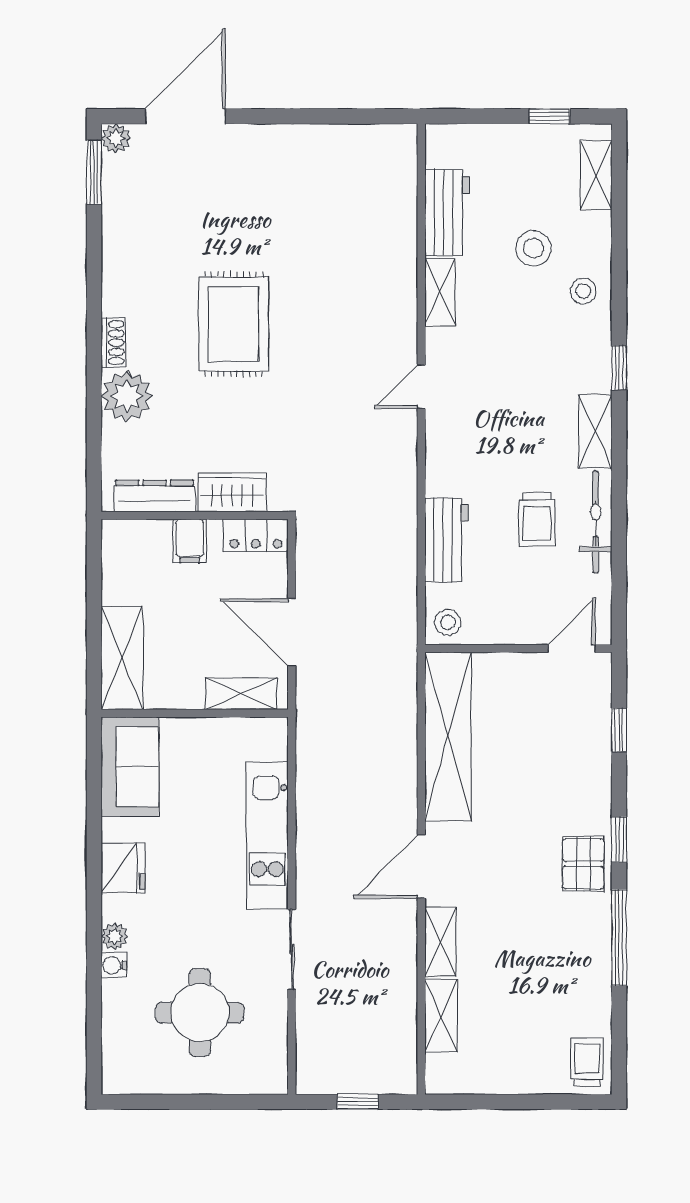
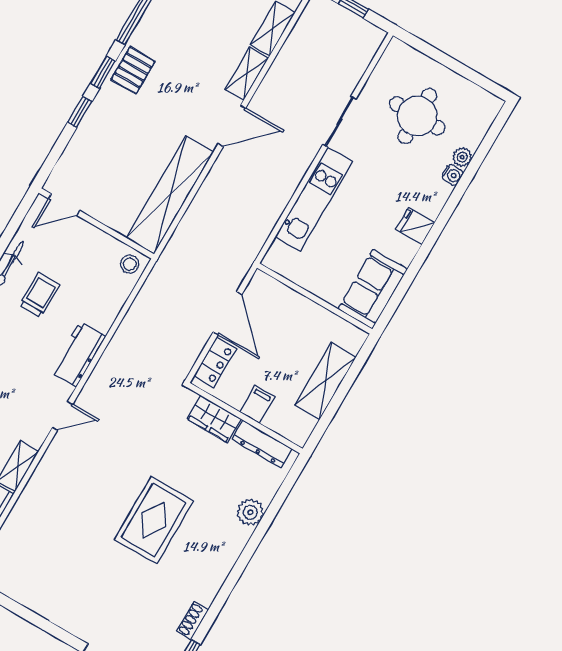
shoe rack: (113, 343) -> (193, 621), moved
plant: (127, 396) -> (250, 512), width x0.73, depth x0.73
locker: (256, 535) -> (215, 362), moved, turned 90
workbench: (446, 540) -> (78, 354), moved
shelving: (122, 658) -> (325, 381), moved
shelving: (241, 694) -> (280, 294), removed
window: (619, 730) -> (80, 112), moved
fridge: (123, 868) -> (415, 226), width x0.72
plant: (115, 936) -> (462, 157), moved

